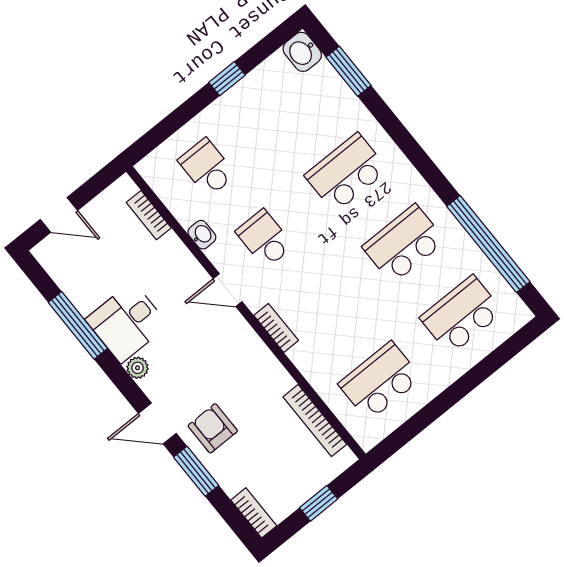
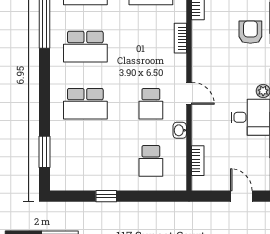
washbasin: (302, 52) -> (59, 180), removed
bookcase: (276, 328) -> (180, 38), moved
armchair: (213, 428) -> (250, 32), turned 180

